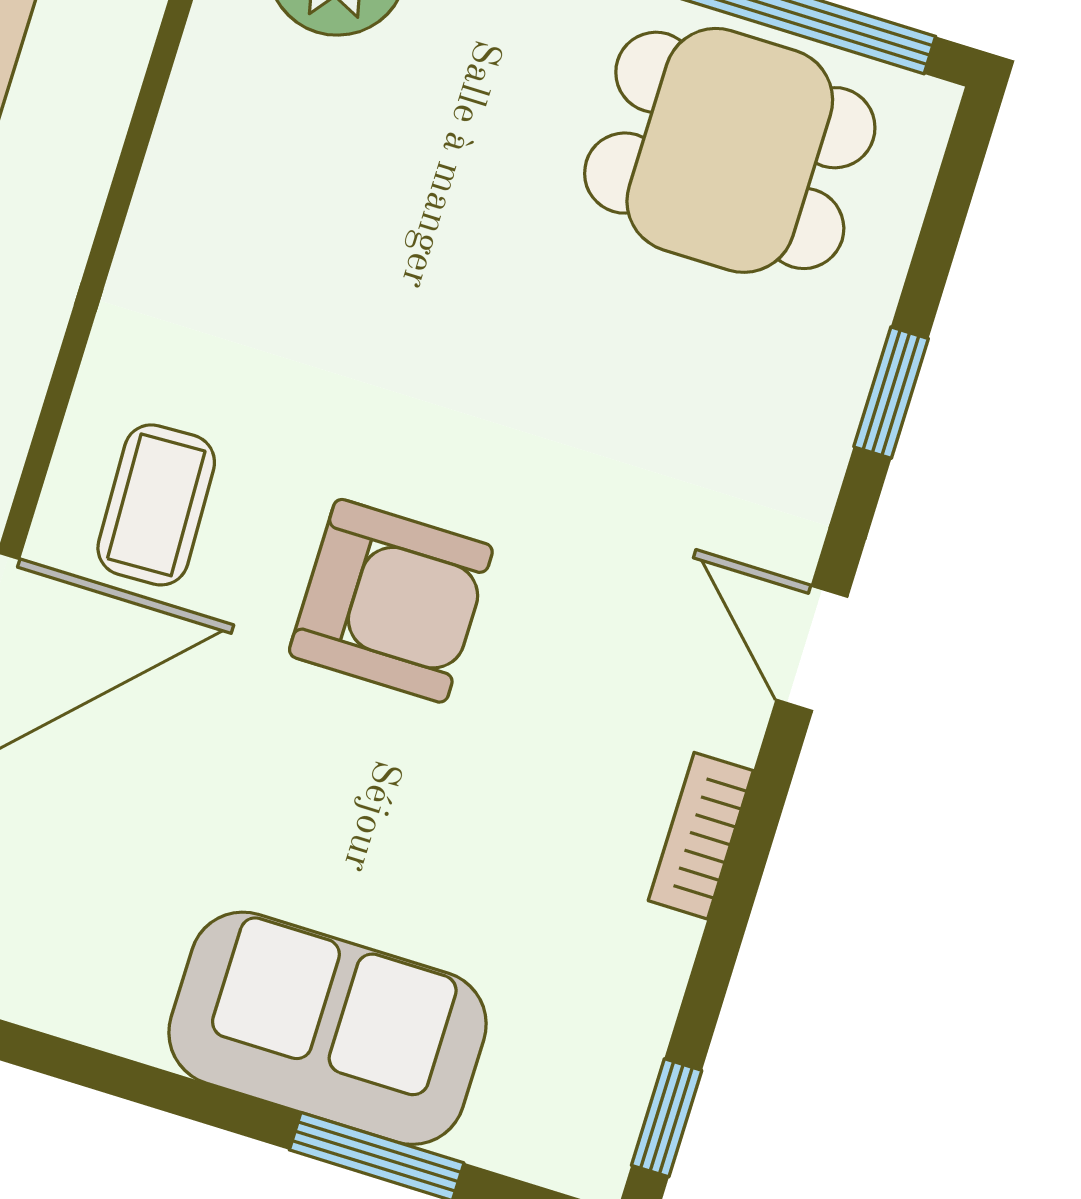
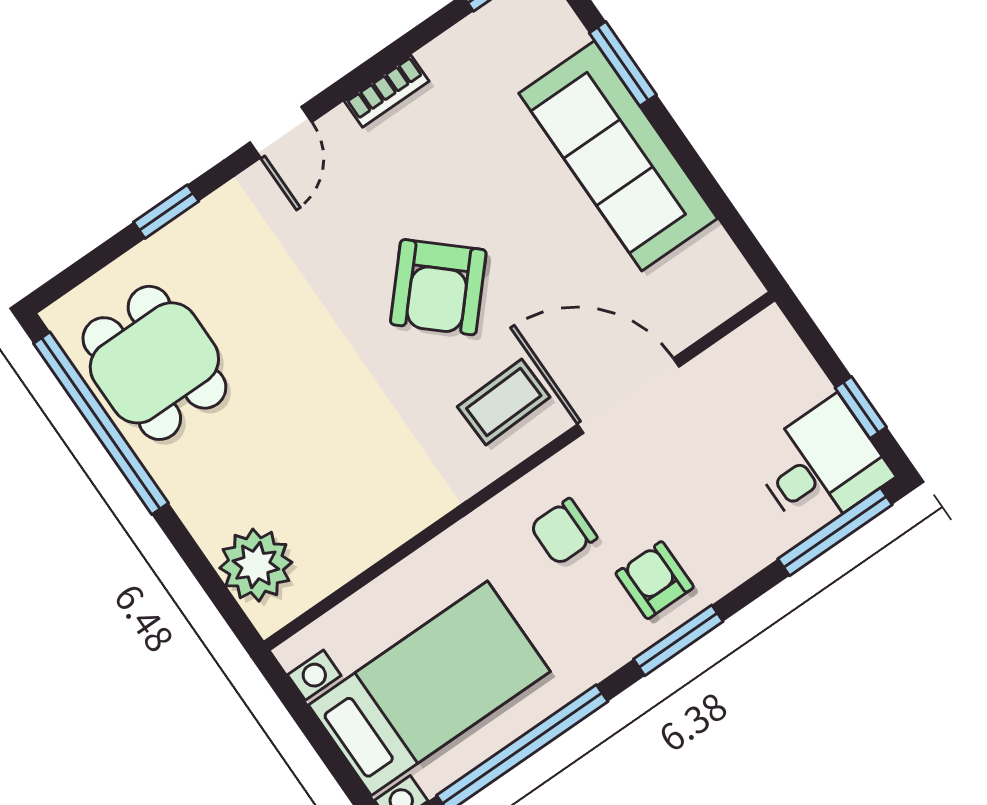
armchair: (391, 601) -> (438, 287), turned -138
sofa: (328, 1028) -> (618, 156), width x1.36

